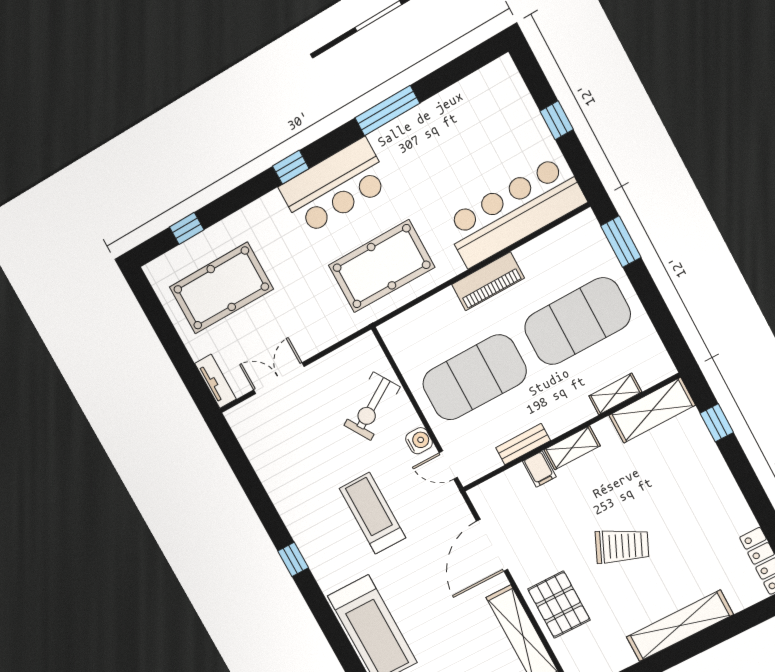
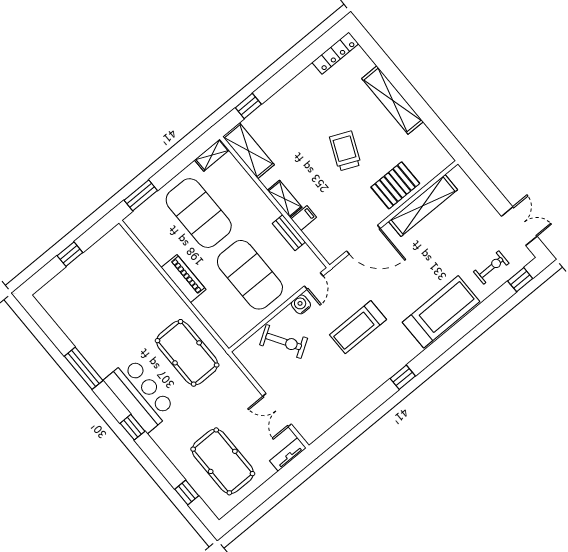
bar counter: (514, 211) -> (134, 270), removed
shelving: (615, 394) -> (212, 155), moved, turned 90

